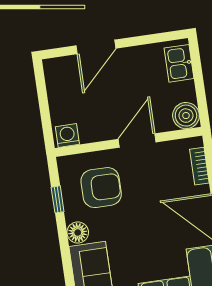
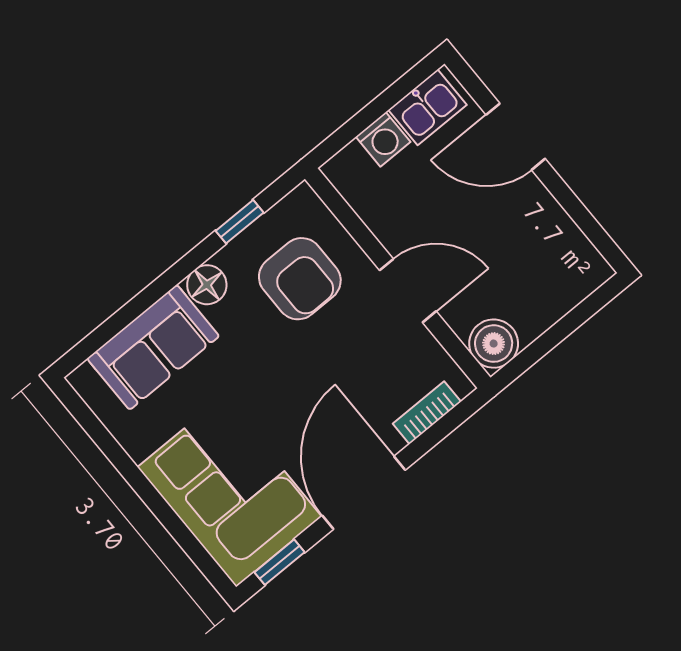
kitchen sink: (179, 63) -> (428, 107), moved, turned 180
washing machine: (67, 135) -> (383, 139), moved, turned 90

